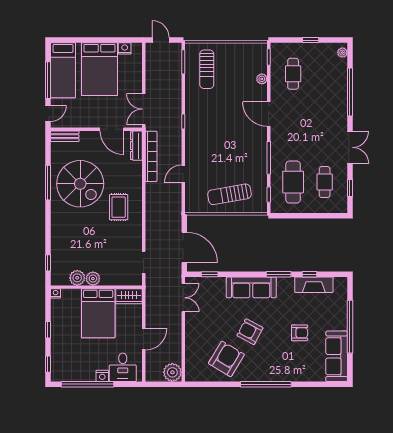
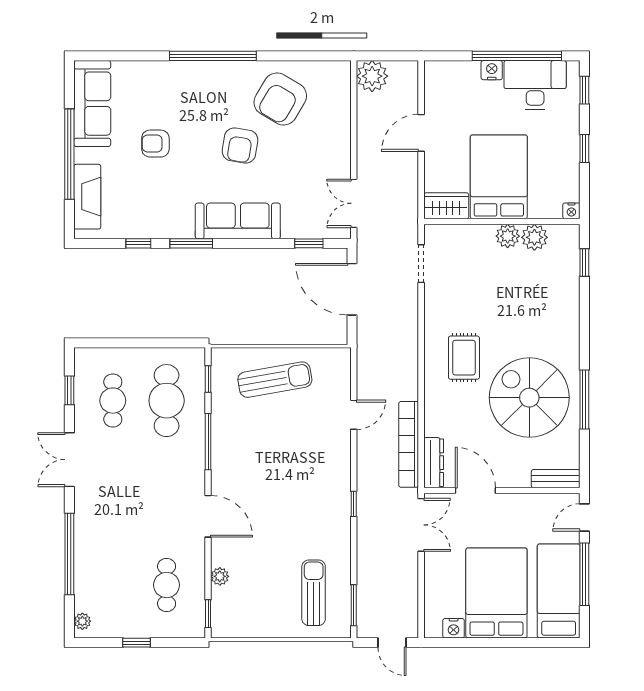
fireplace: (314, 285) -> (87, 197), moved, turned 90
armchair: (250, 332) -> (240, 145), turned 71
desk: (123, 367) -> (535, 85), moved, width x1.37

